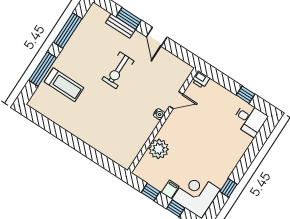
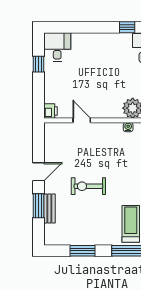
window: (68, 31) -> (82, 251), width x0.69
exercise bike: (118, 70) -> (88, 186), turned 180
water cooler: (159, 114) -> (128, 127), moved

